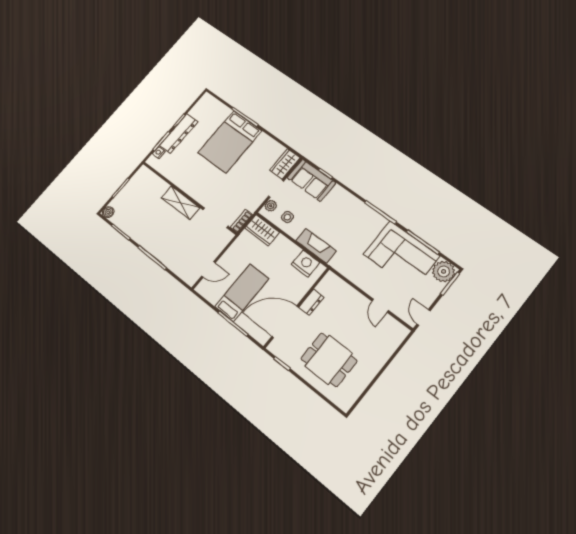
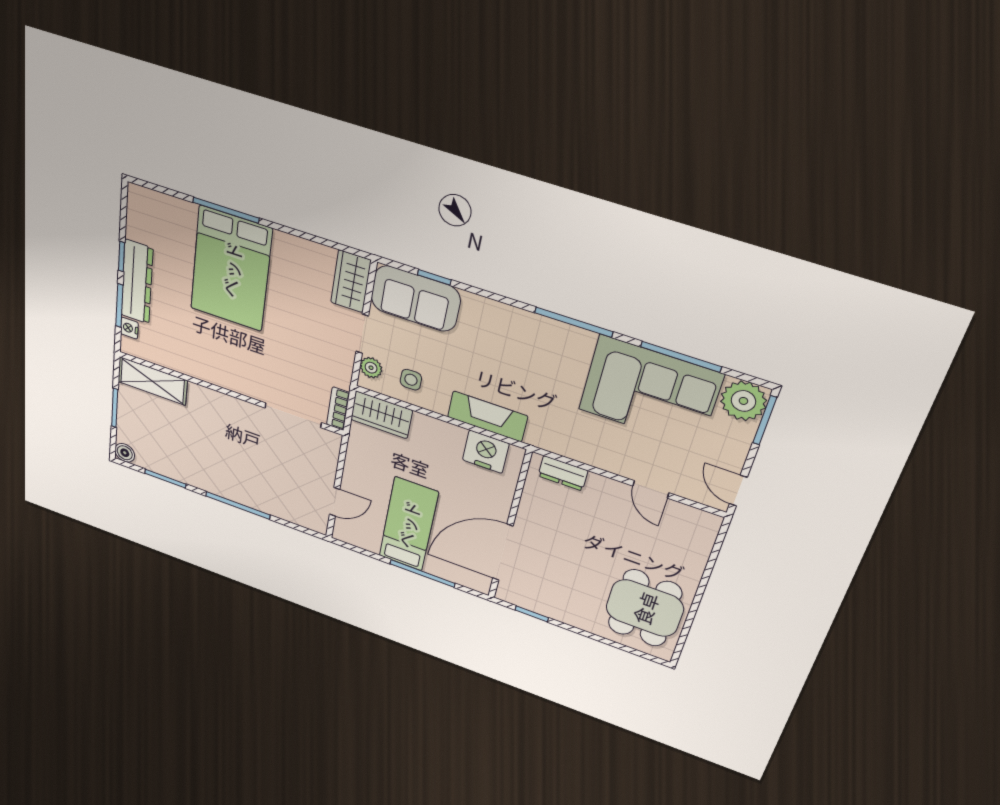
shelving: (180, 203) -> (152, 381), moved
dresser: (311, 302) -> (563, 473), moved, turned 90
dining table: (329, 360) -> (645, 608), moved, turned 90

